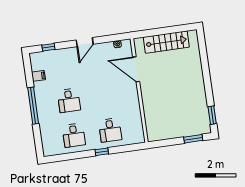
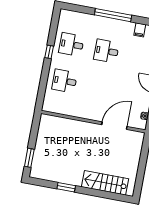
stairs: (166, 42) -> (105, 183), moved, turned 90
window: (212, 115) -> (66, 187), moved
window: (102, 152) -> (49, 52), moved

